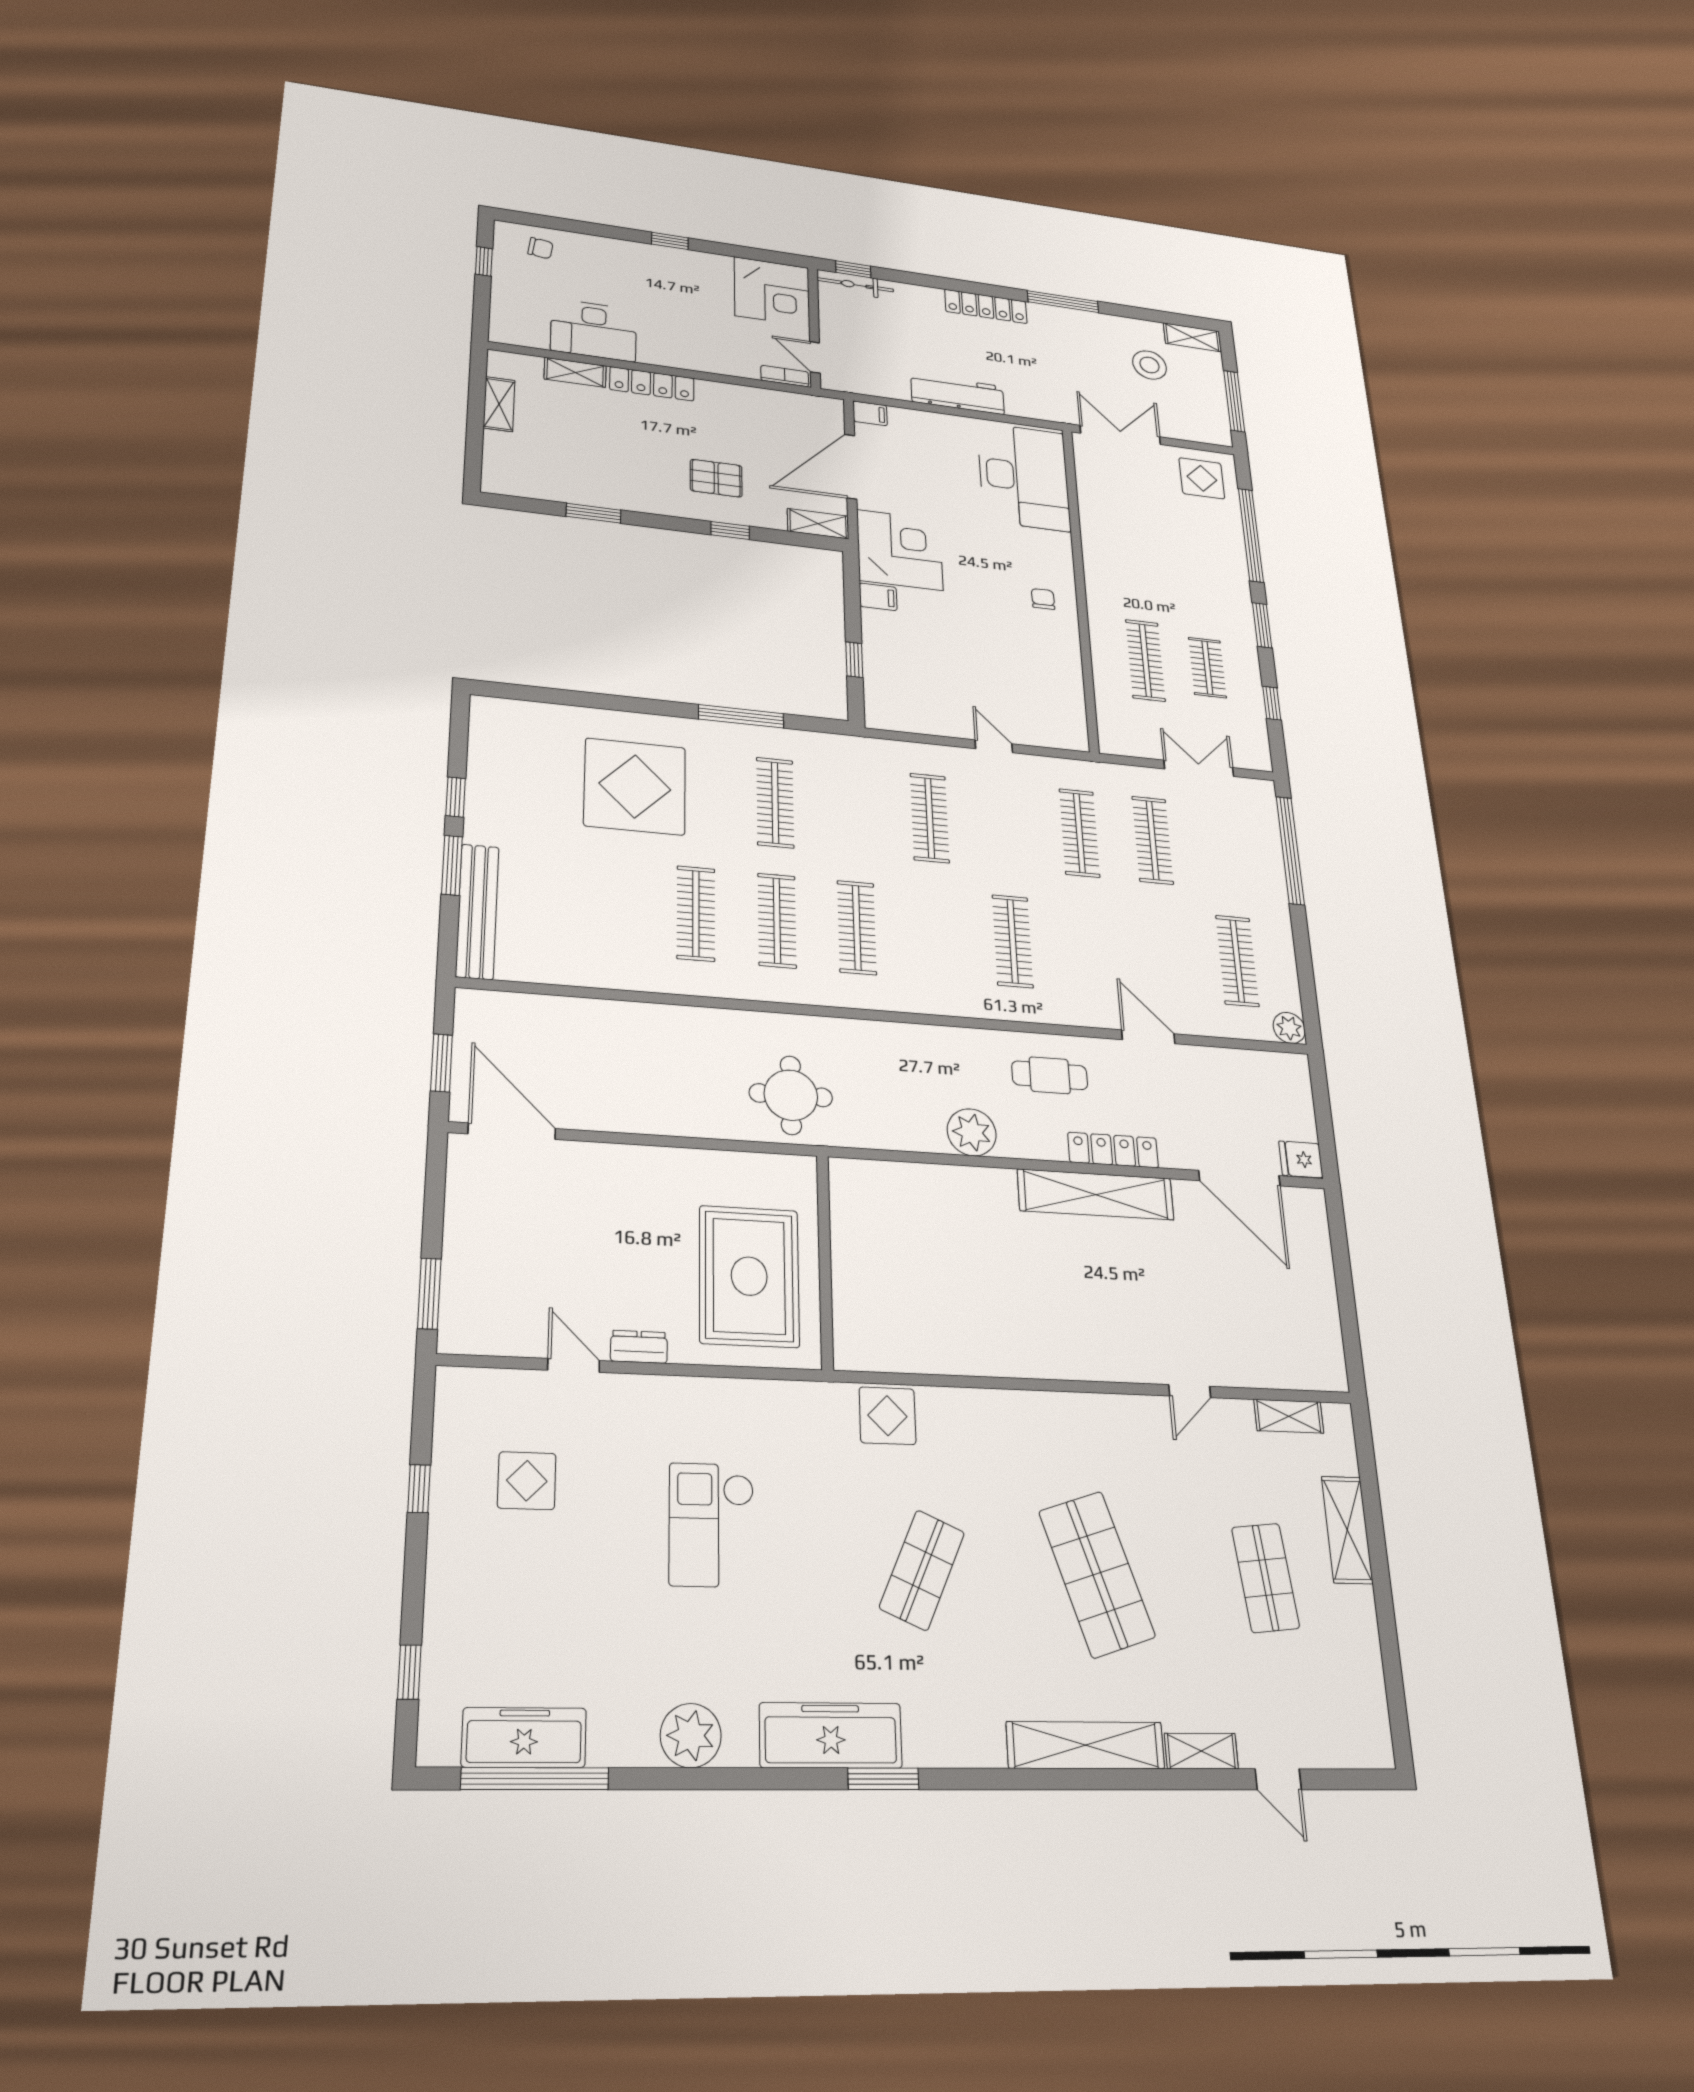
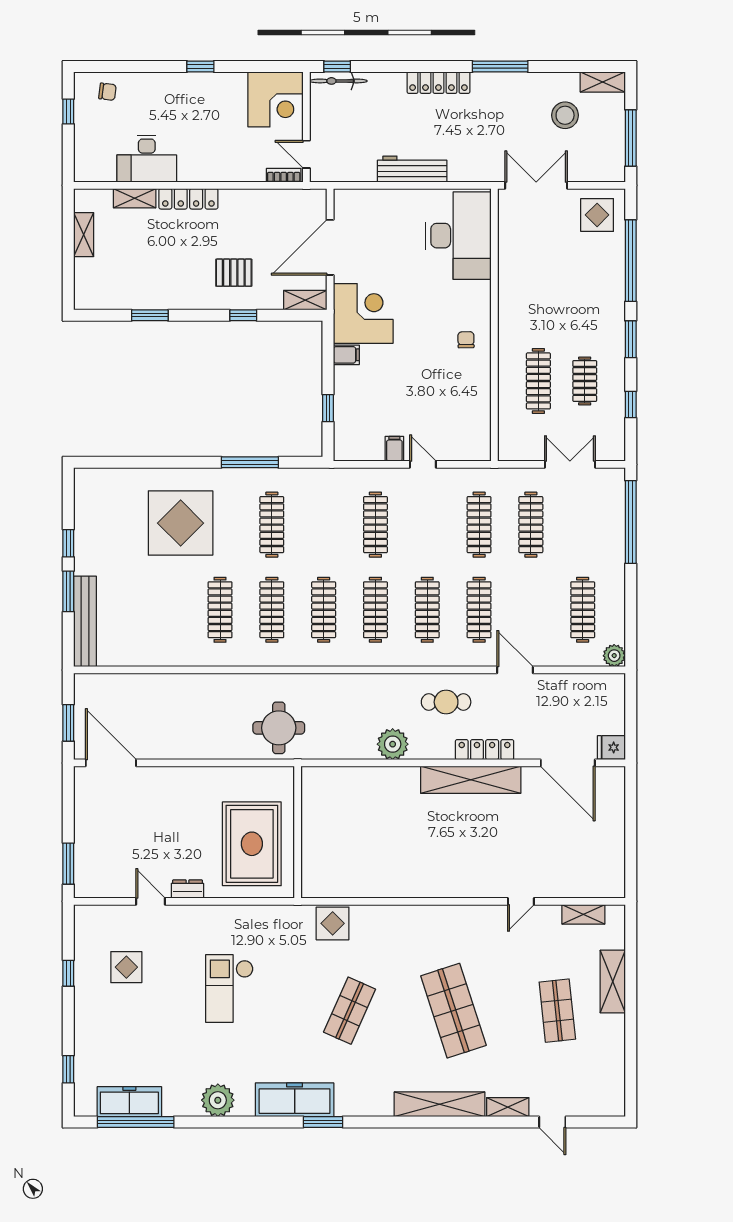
filing cabinet: (870, 413) -> (394, 449), moved, turned -90
clothes rail: (935, 934) -> (375, 610), added
clothes rail: (1089, 948) -> (479, 610), added

